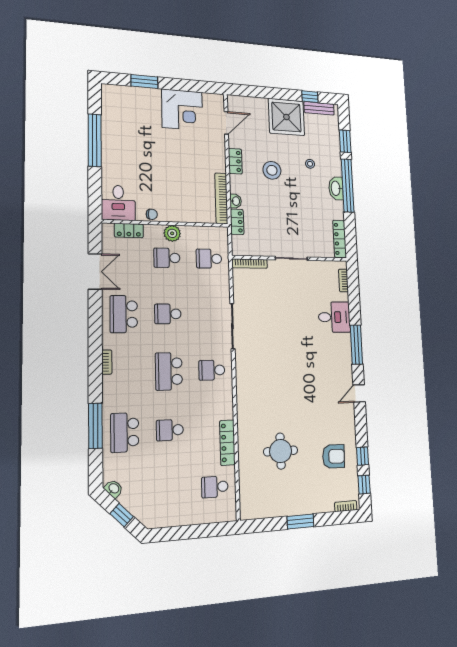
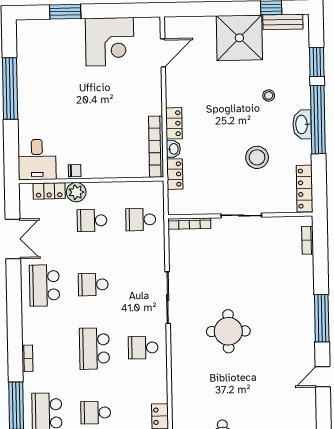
locker: (235, 161) -> (174, 123), moved
stool: (272, 170) -> (257, 157), moved
plant: (172, 233) -> (76, 192), moved
desk: (334, 317) -> (294, 285), removed
round table: (283, 355) -> (228, 331), added
bookcase: (107, 362) -> (27, 358), moved

